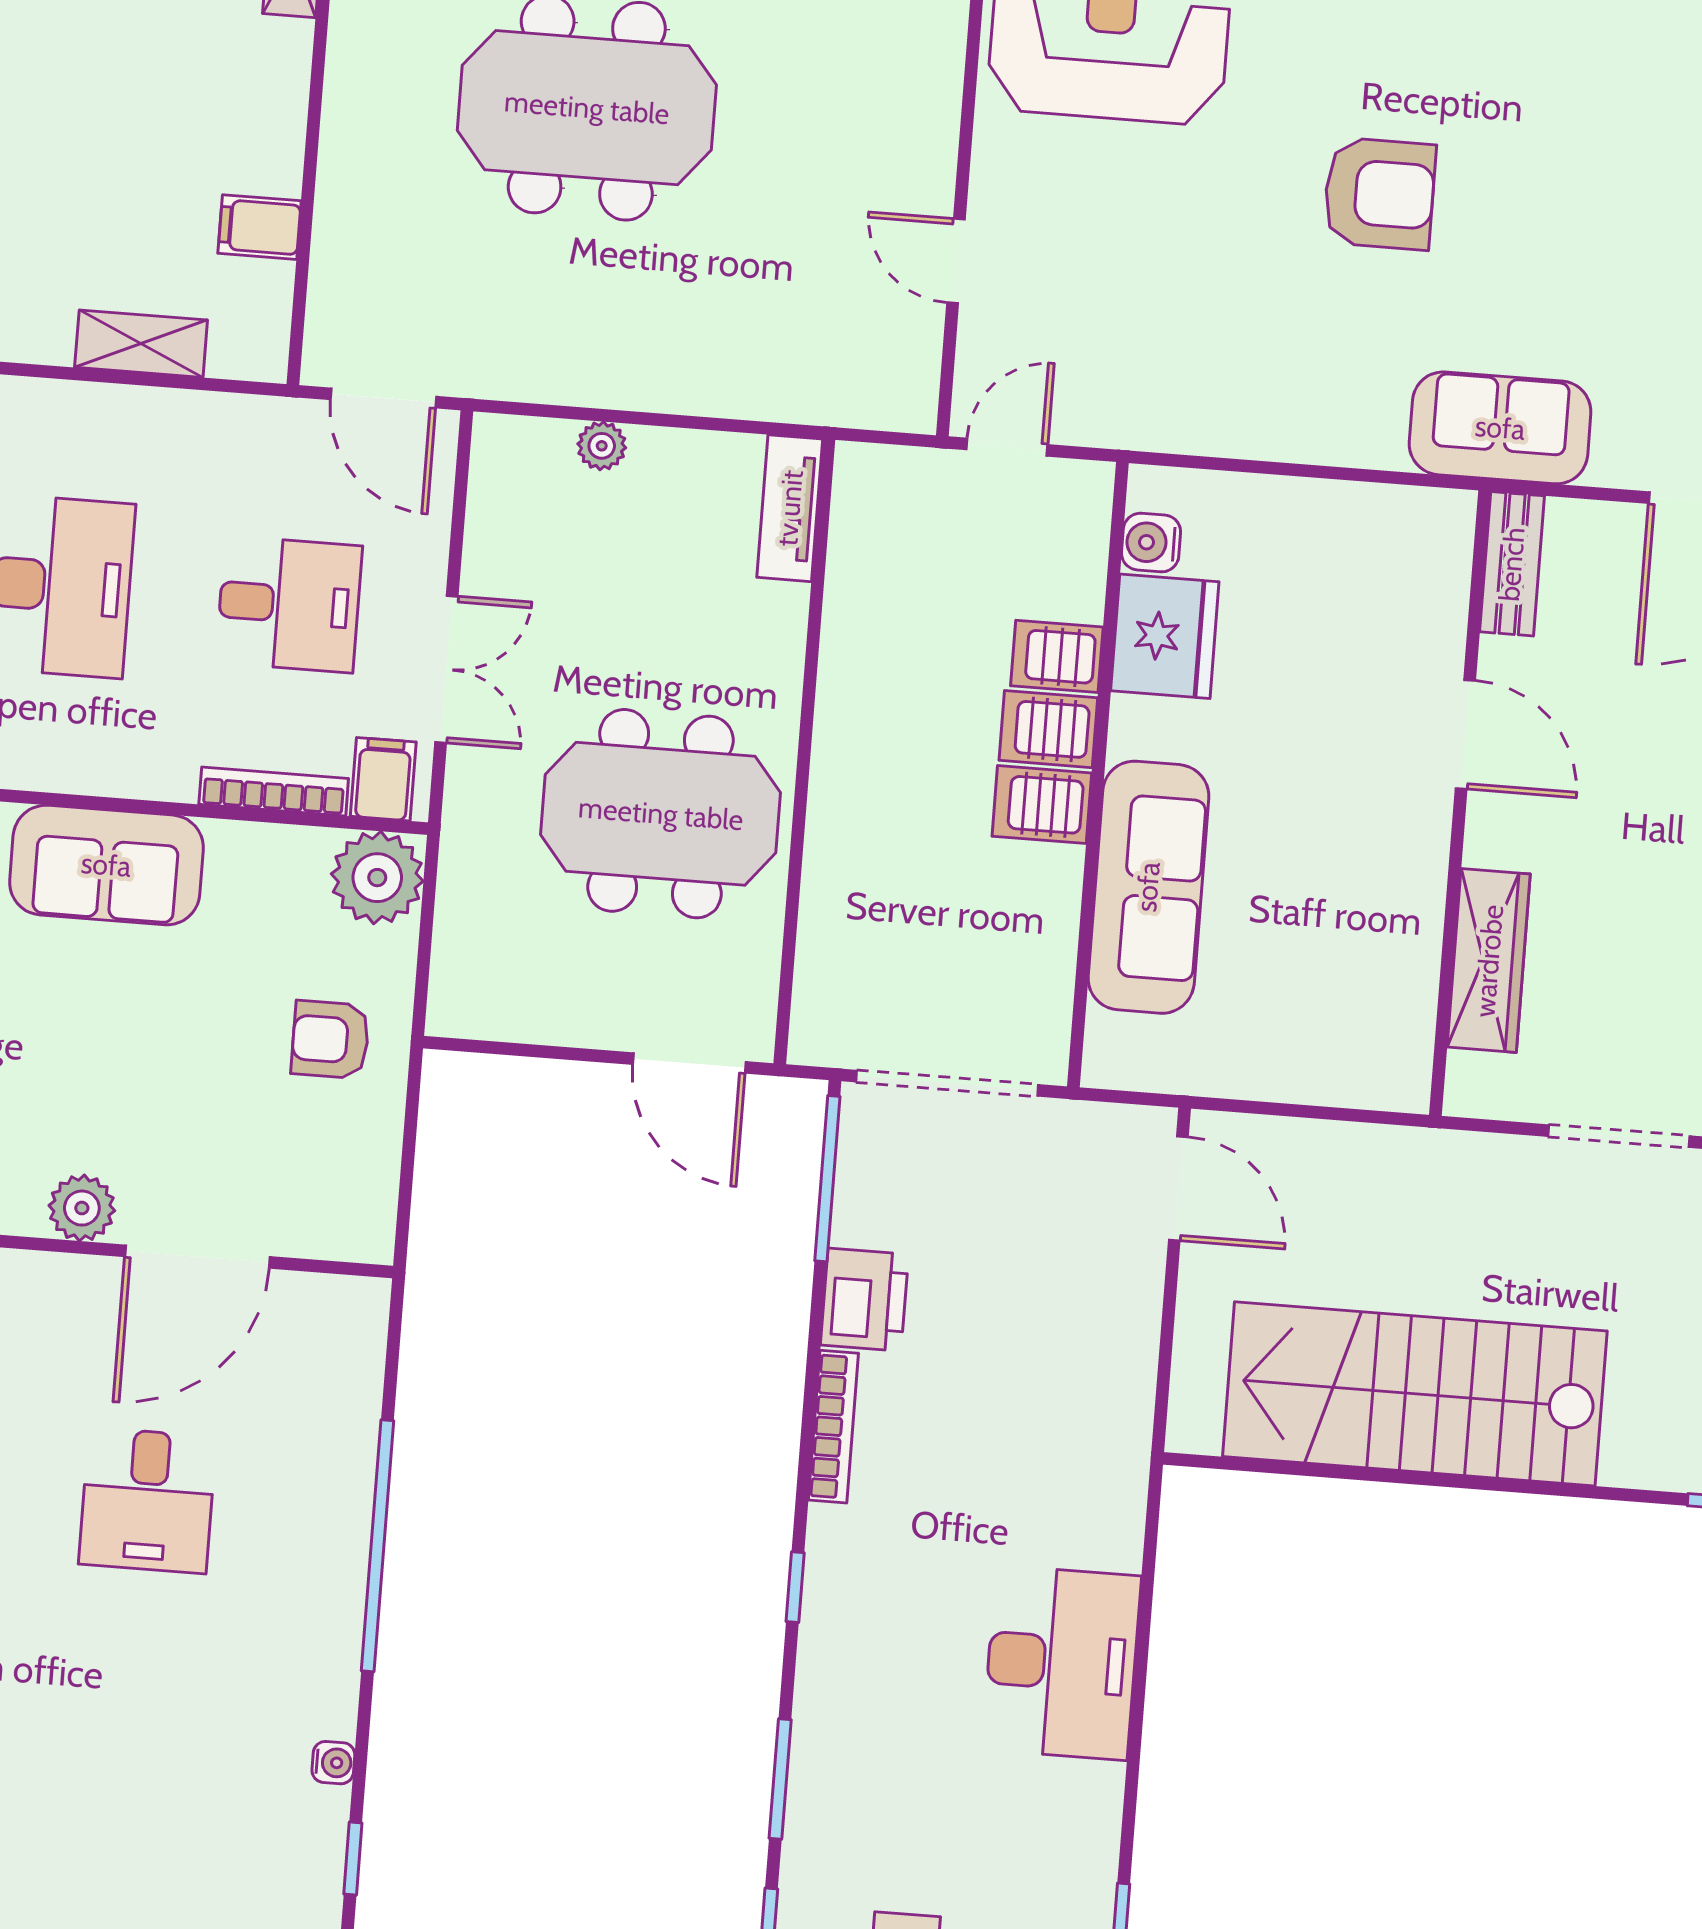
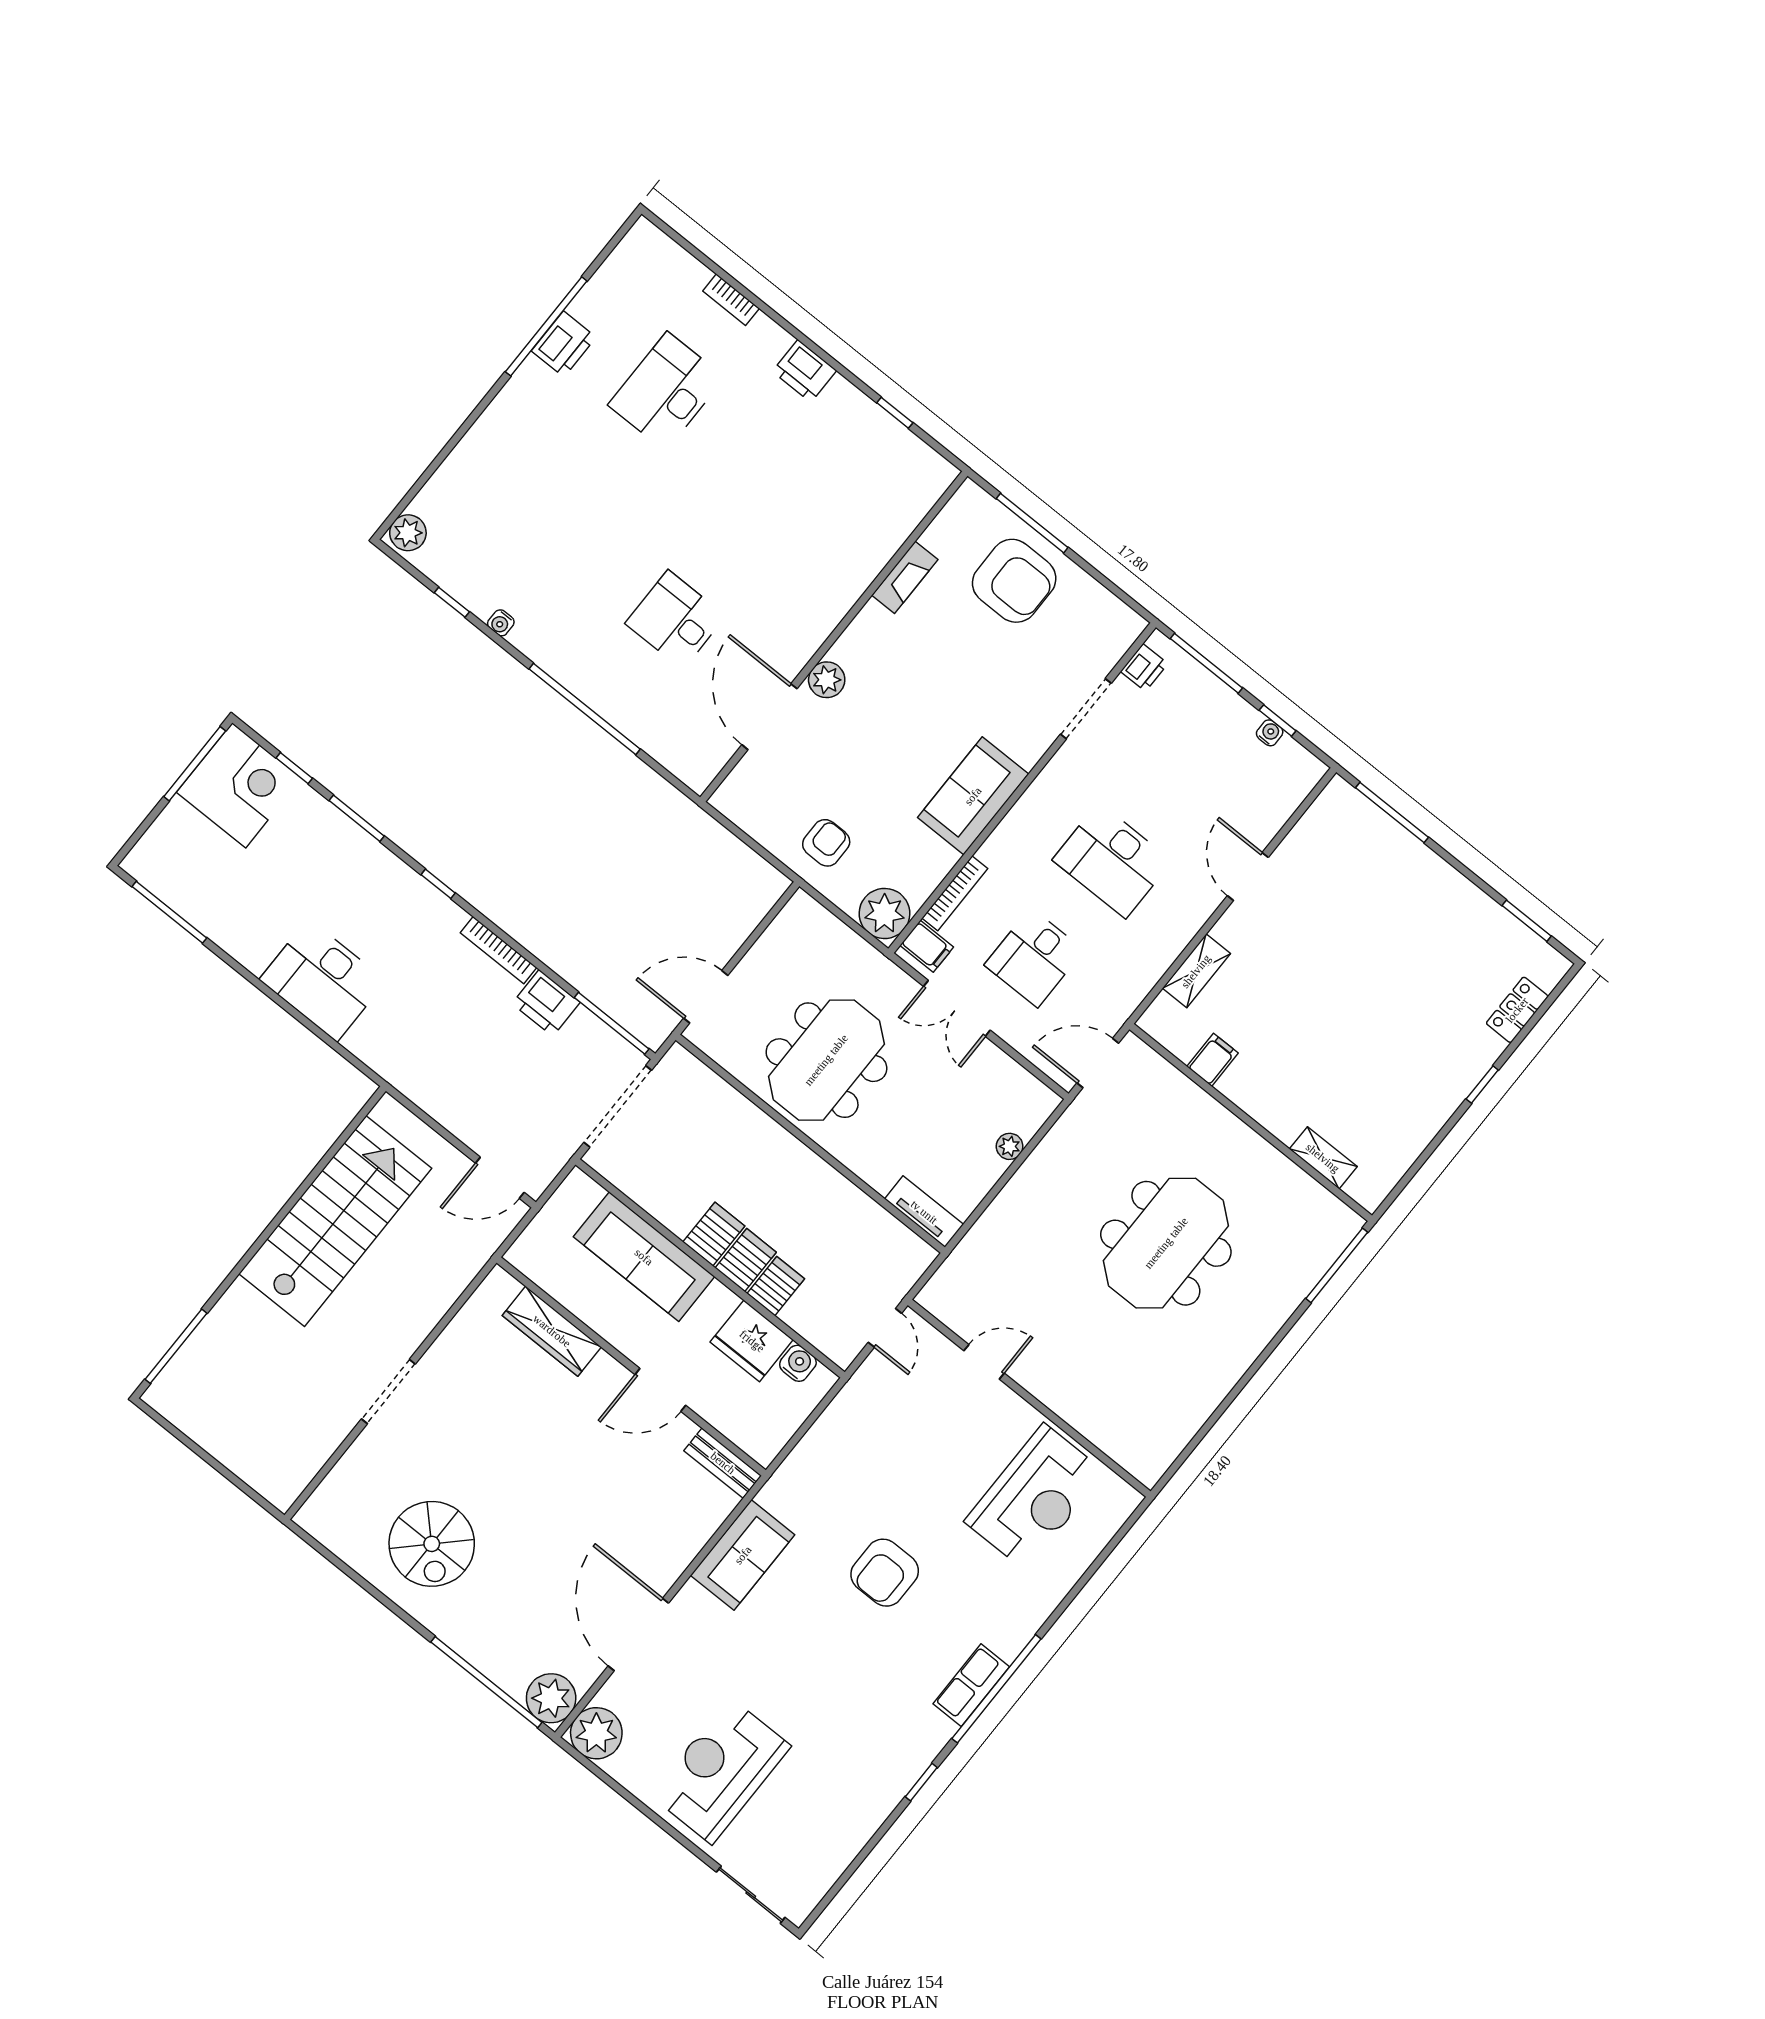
bench: (1512, 564) -> (723, 1463), moved
door: (1465, 734) -> (660, 1390), moved
wall: (1460, 803) -> (631, 1366), moved
wardrobe: (1489, 961) -> (552, 1331), moved

